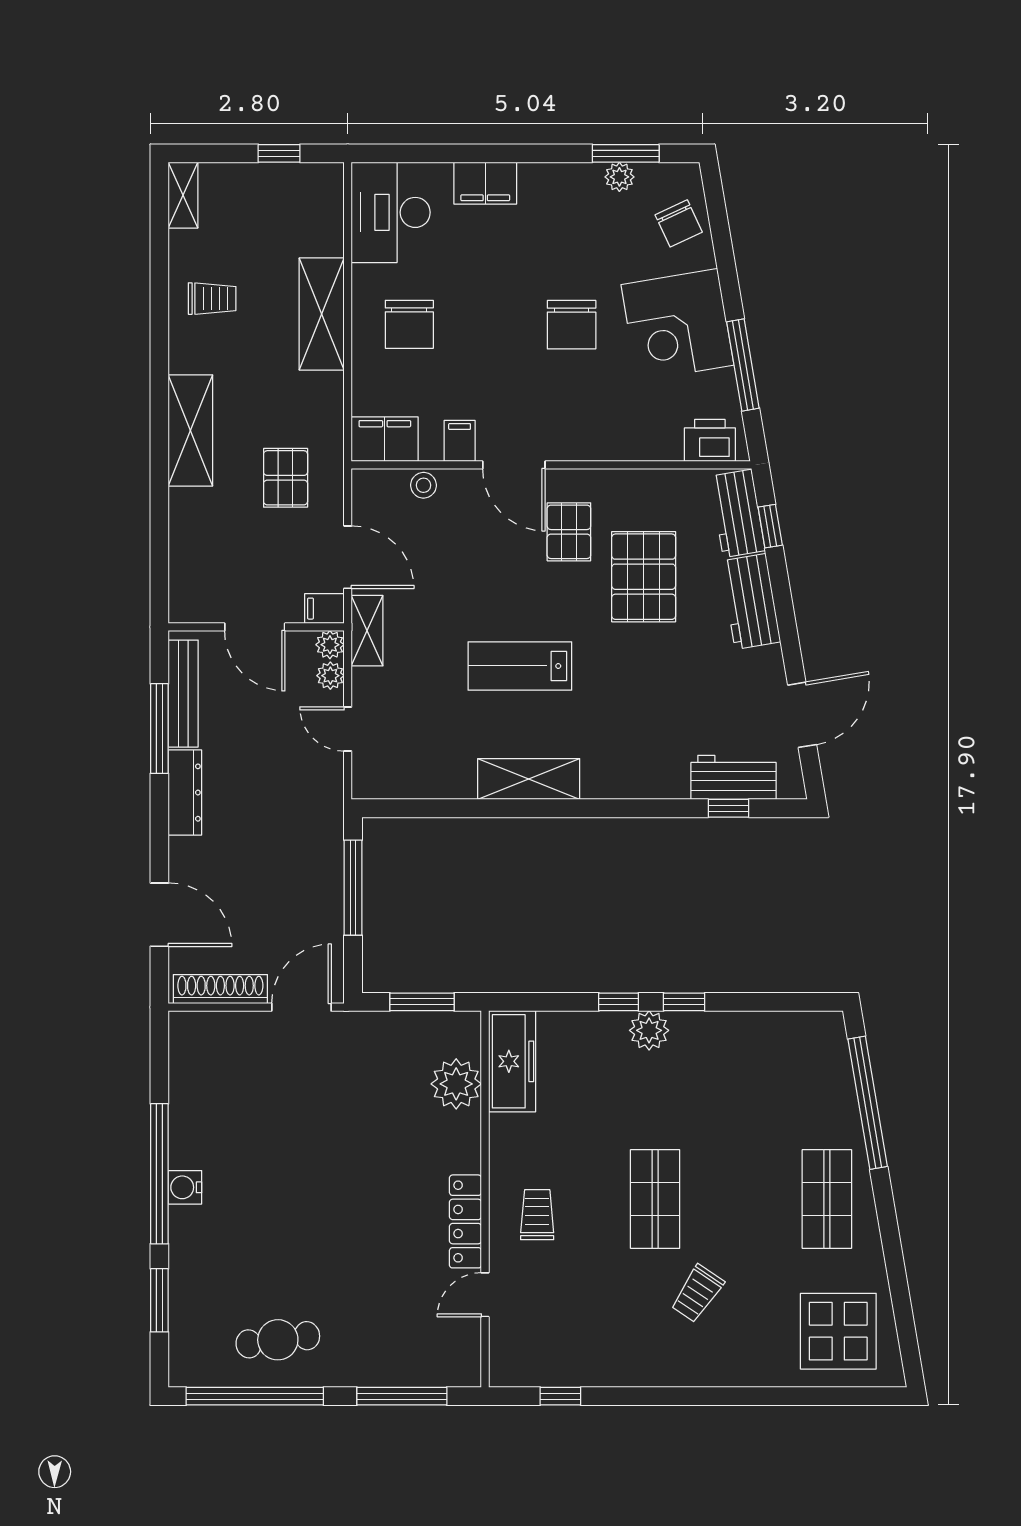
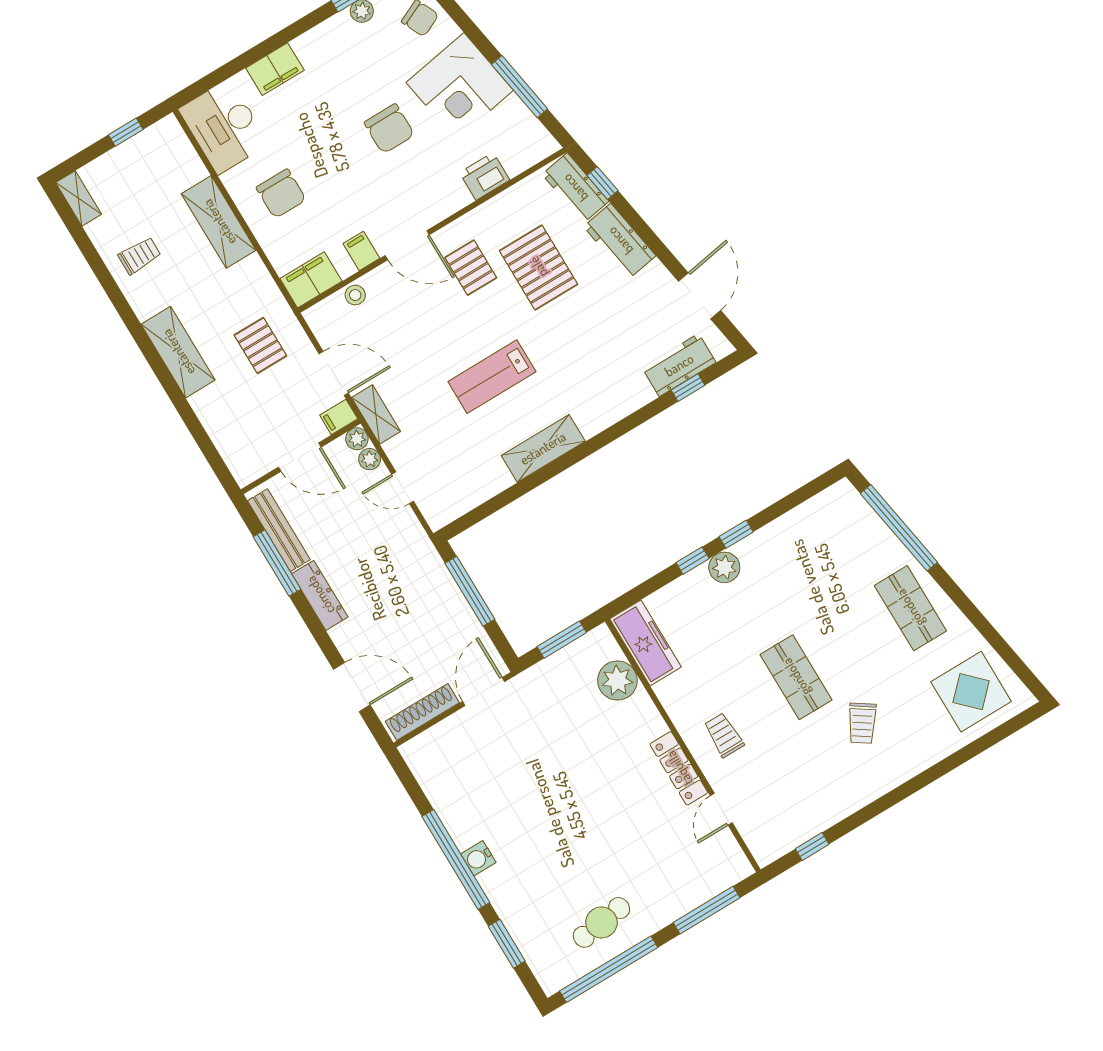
printer: (710, 440) -> (485, 176), moved

